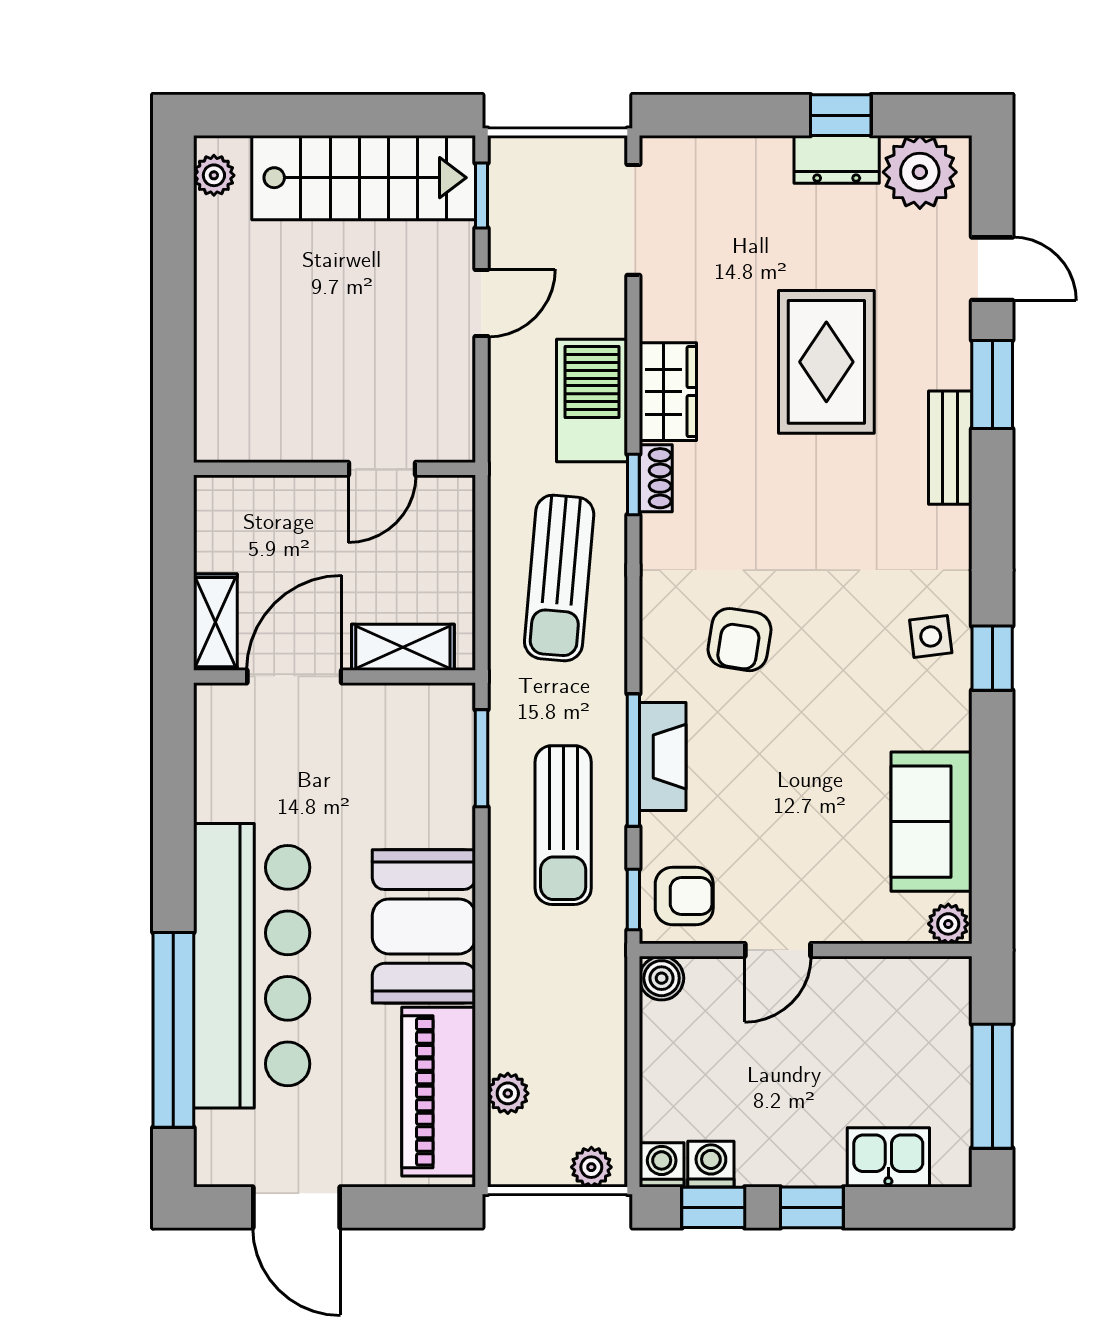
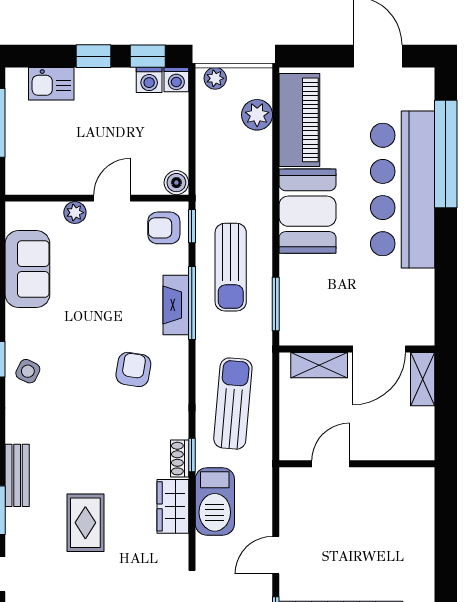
rug: (826, 362) -> (85, 523), width x0.73, depth x0.70
side table: (931, 636) -> (28, 371), turned 33
sun lounger: (563, 825) -> (231, 267), turned 180
plant: (948, 924) -> (75, 213), moved
plant: (508, 1093) -> (257, 115), width x1.38, depth x1.38

